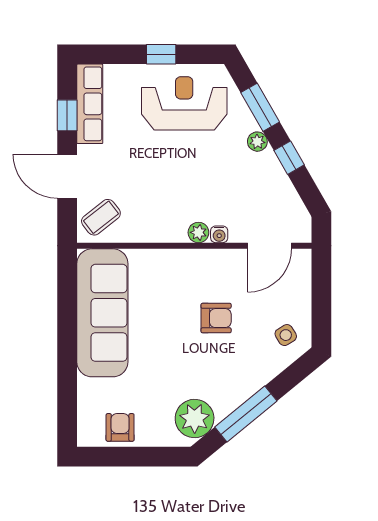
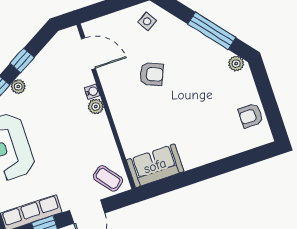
sofa: (102, 313) -> (155, 166), width x0.54, depth x0.79
armchair: (216, 318) -> (152, 74), turned 113
plant: (195, 418) -> (236, 64), width x0.53, depth x0.53

